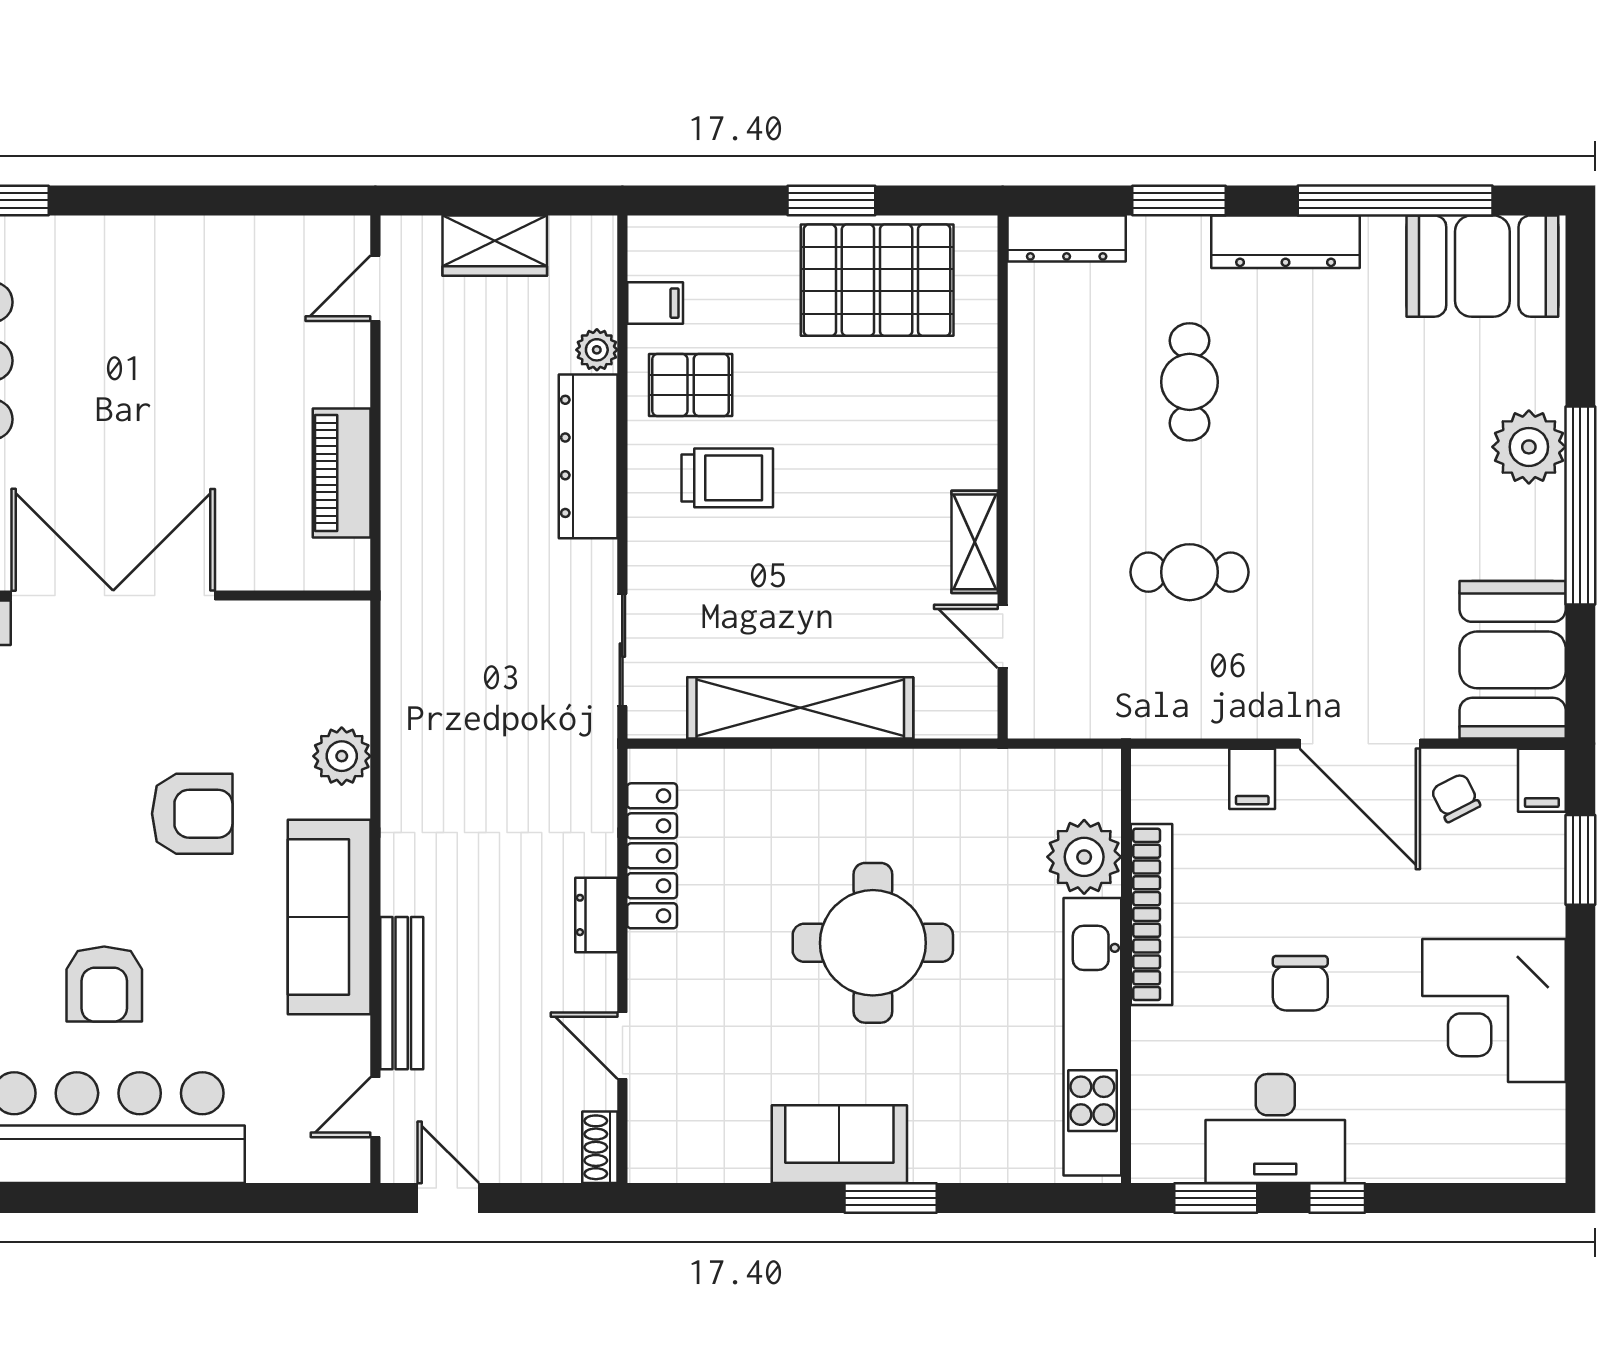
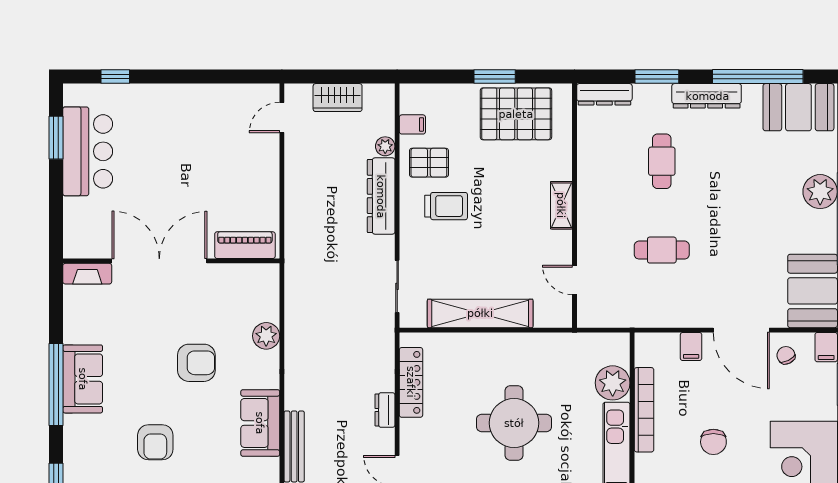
piano: (342, 473) -> (245, 245), moved, turned 90
shelving: (975, 542) -> (561, 205), moved
sofa: (329, 917) -> (260, 423), width x0.73

